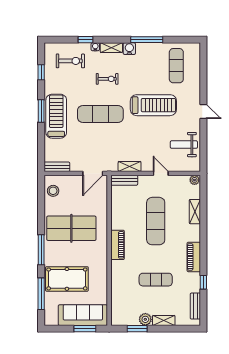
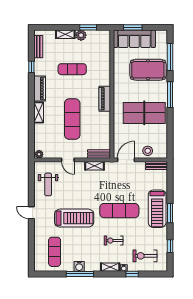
water cooler: (129, 49) -> (79, 266), moved
treadmill: (153, 105) -> (74, 218), turned 180
weight bench: (184, 145) -> (48, 184), turned 90
stool: (53, 191) -> (148, 151), moved
shelving: (195, 212) -> (39, 112), moved

